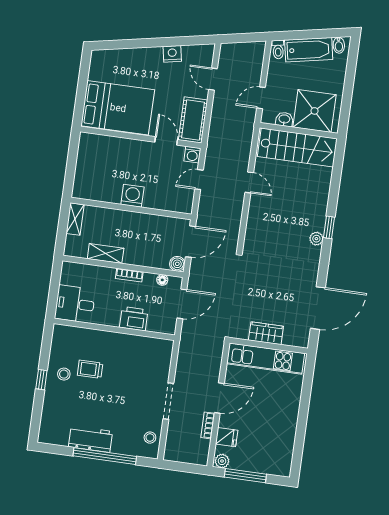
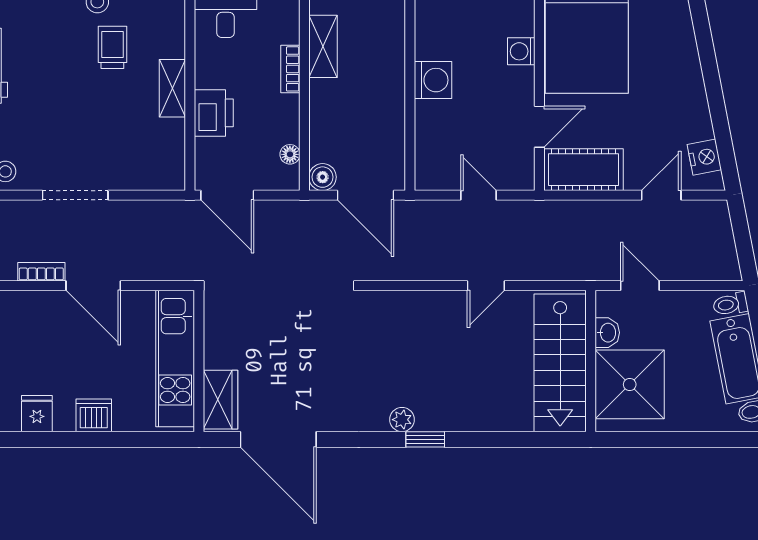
nightstand: (172, 54) -> (704, 157), moved
washing machine: (192, 155) -> (521, 51), moved
bookcase: (129, 275) -> (290, 69), moved
door: (182, 304) -> (227, 195), moved
wardrobe: (266, 333) -> (221, 400), moved
shelving: (117, 339) -> (172, 88), added
dishwasher: (291, 408) -> (94, 415), added
fridge: (227, 437) -> (37, 414), moved, turned 180

